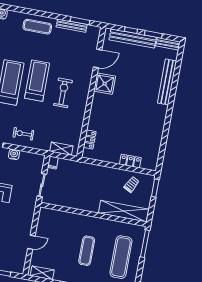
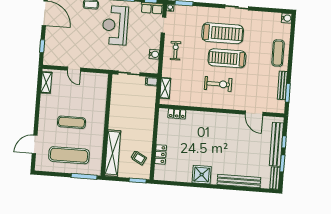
treadmill: (37, 81) -> (227, 58), turned 180
shower: (105, 84) -> (202, 175), moved
water cooler: (14, 154) -> (154, 54), moved

